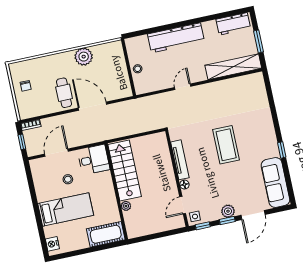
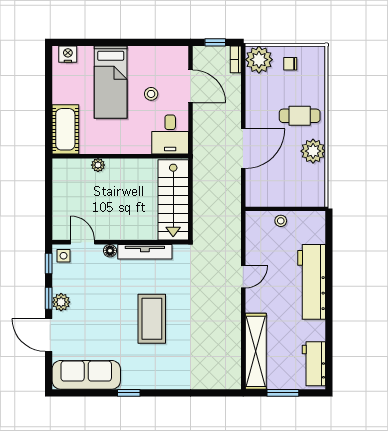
door: (183, 87) -> (243, 277), hinge flipped
cafe table: (64, 93) -> (300, 116), moved
plant: (27, 108) -> (259, 60), added
coffee table: (226, 145) -> (152, 319), turned 90
stairs: (125, 171) -> (173, 200), moved, turned 90

